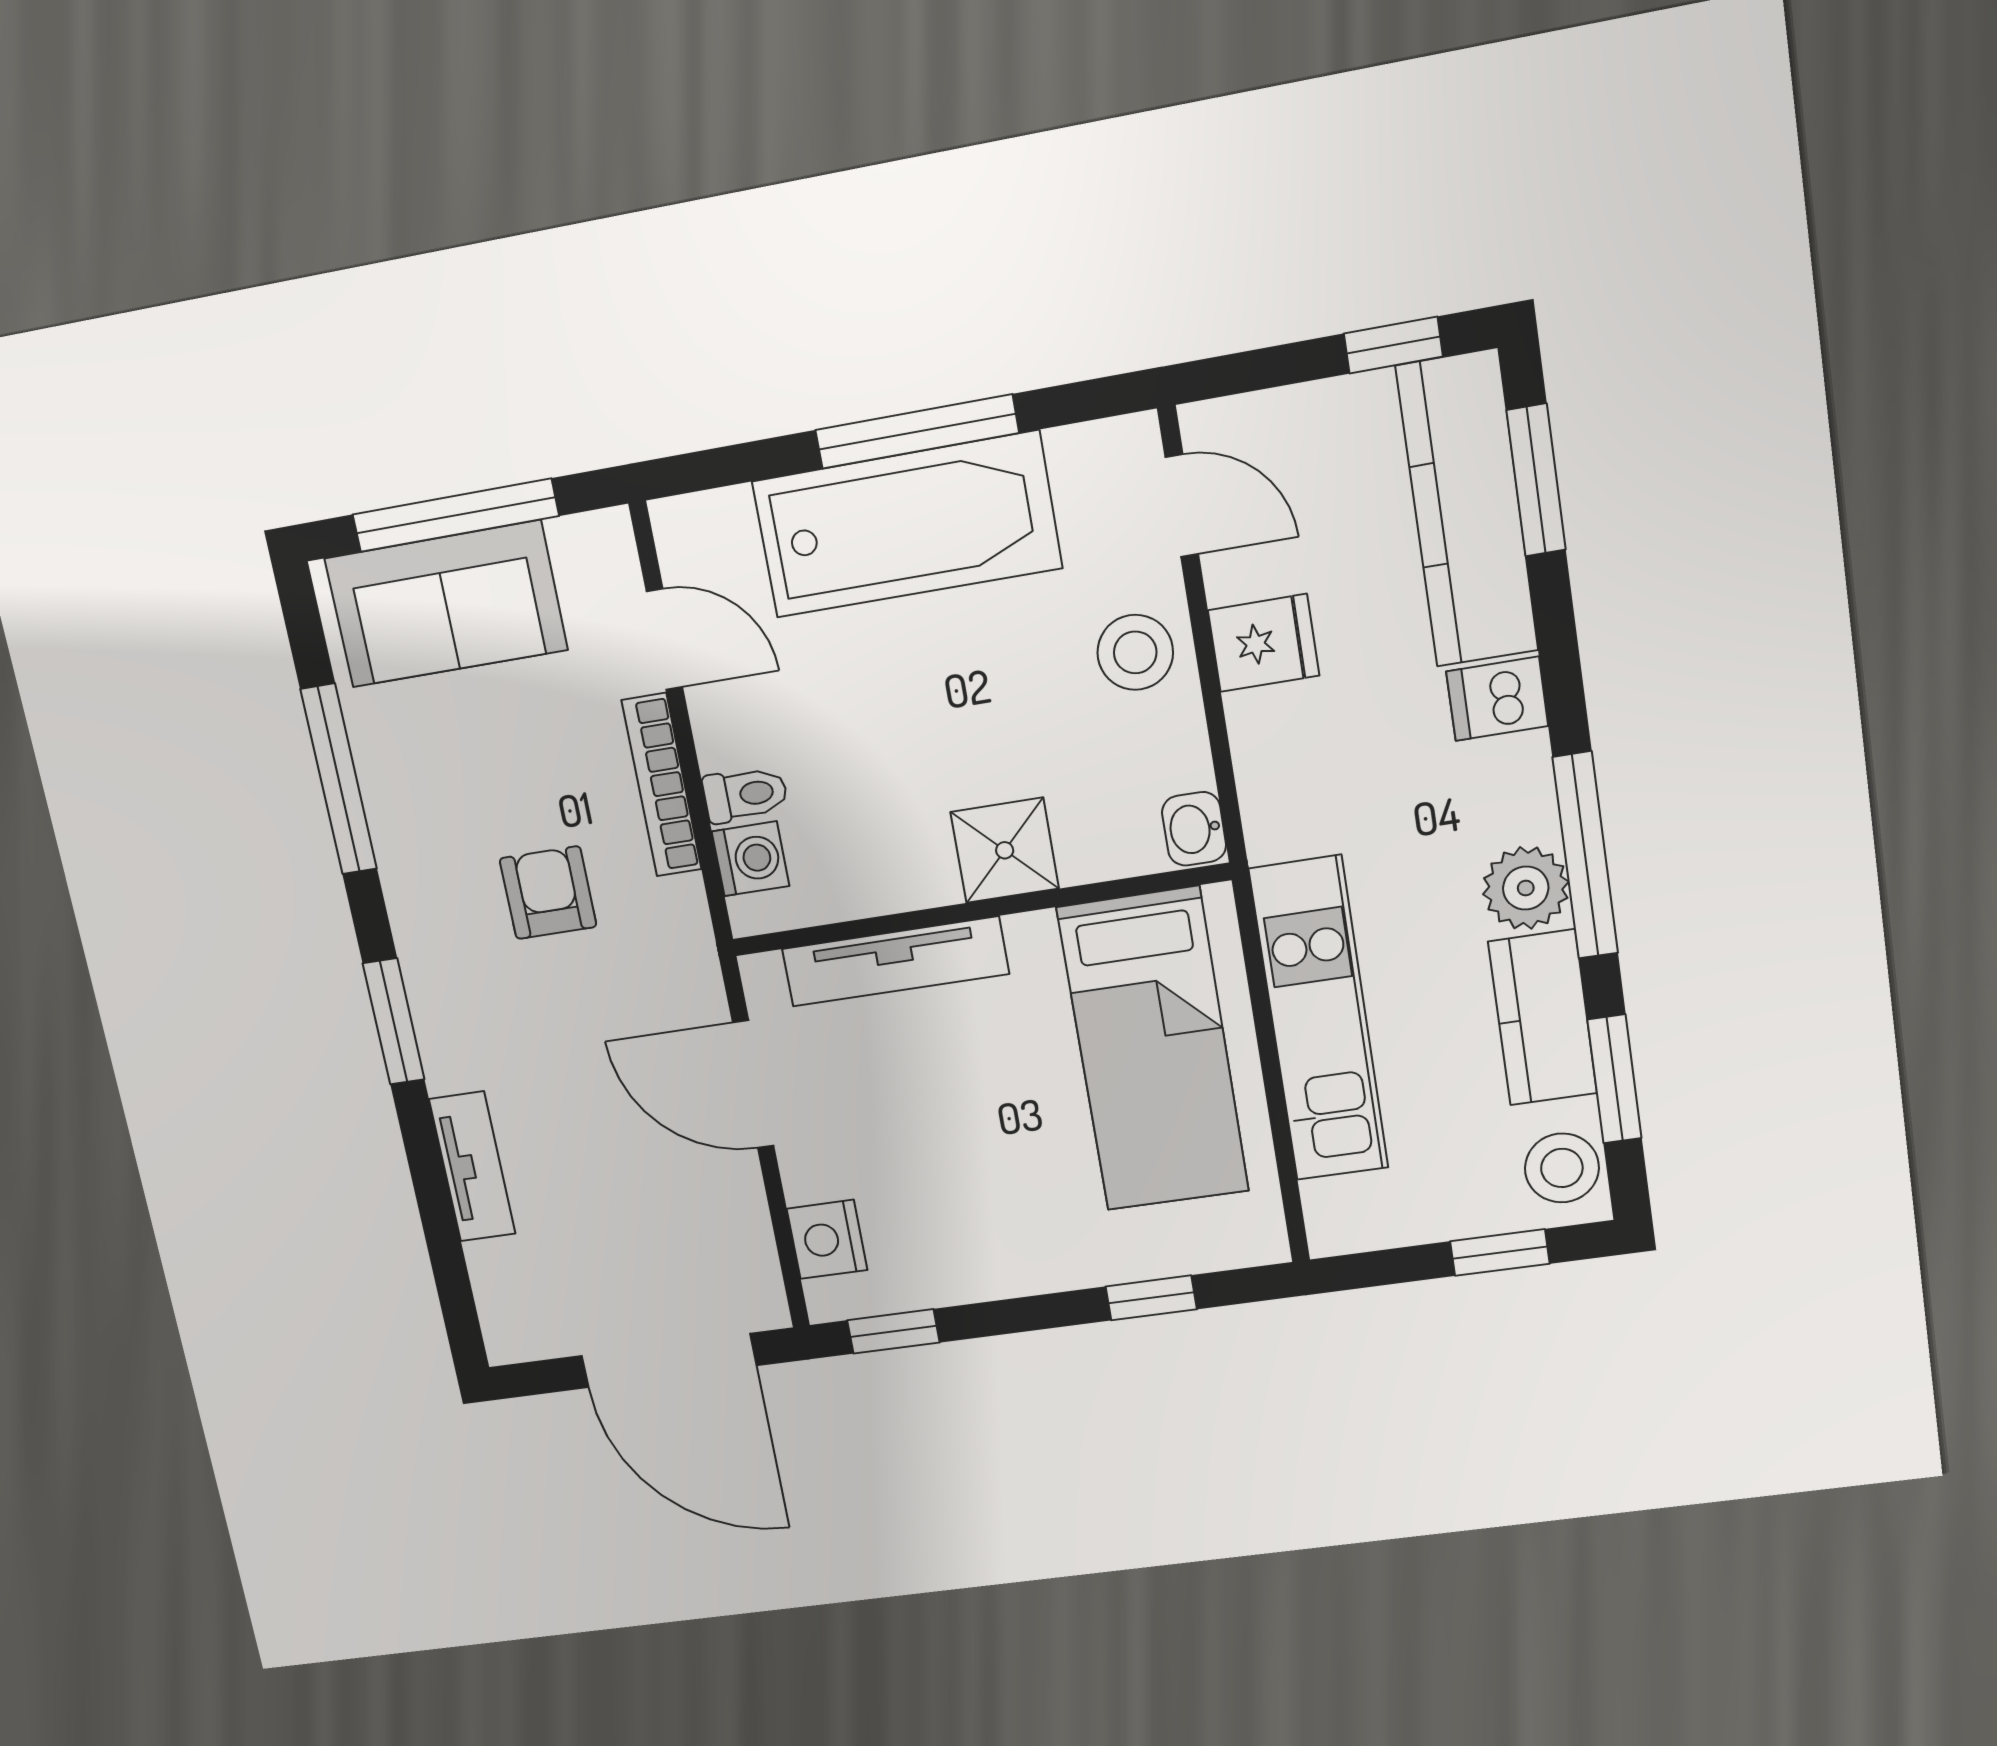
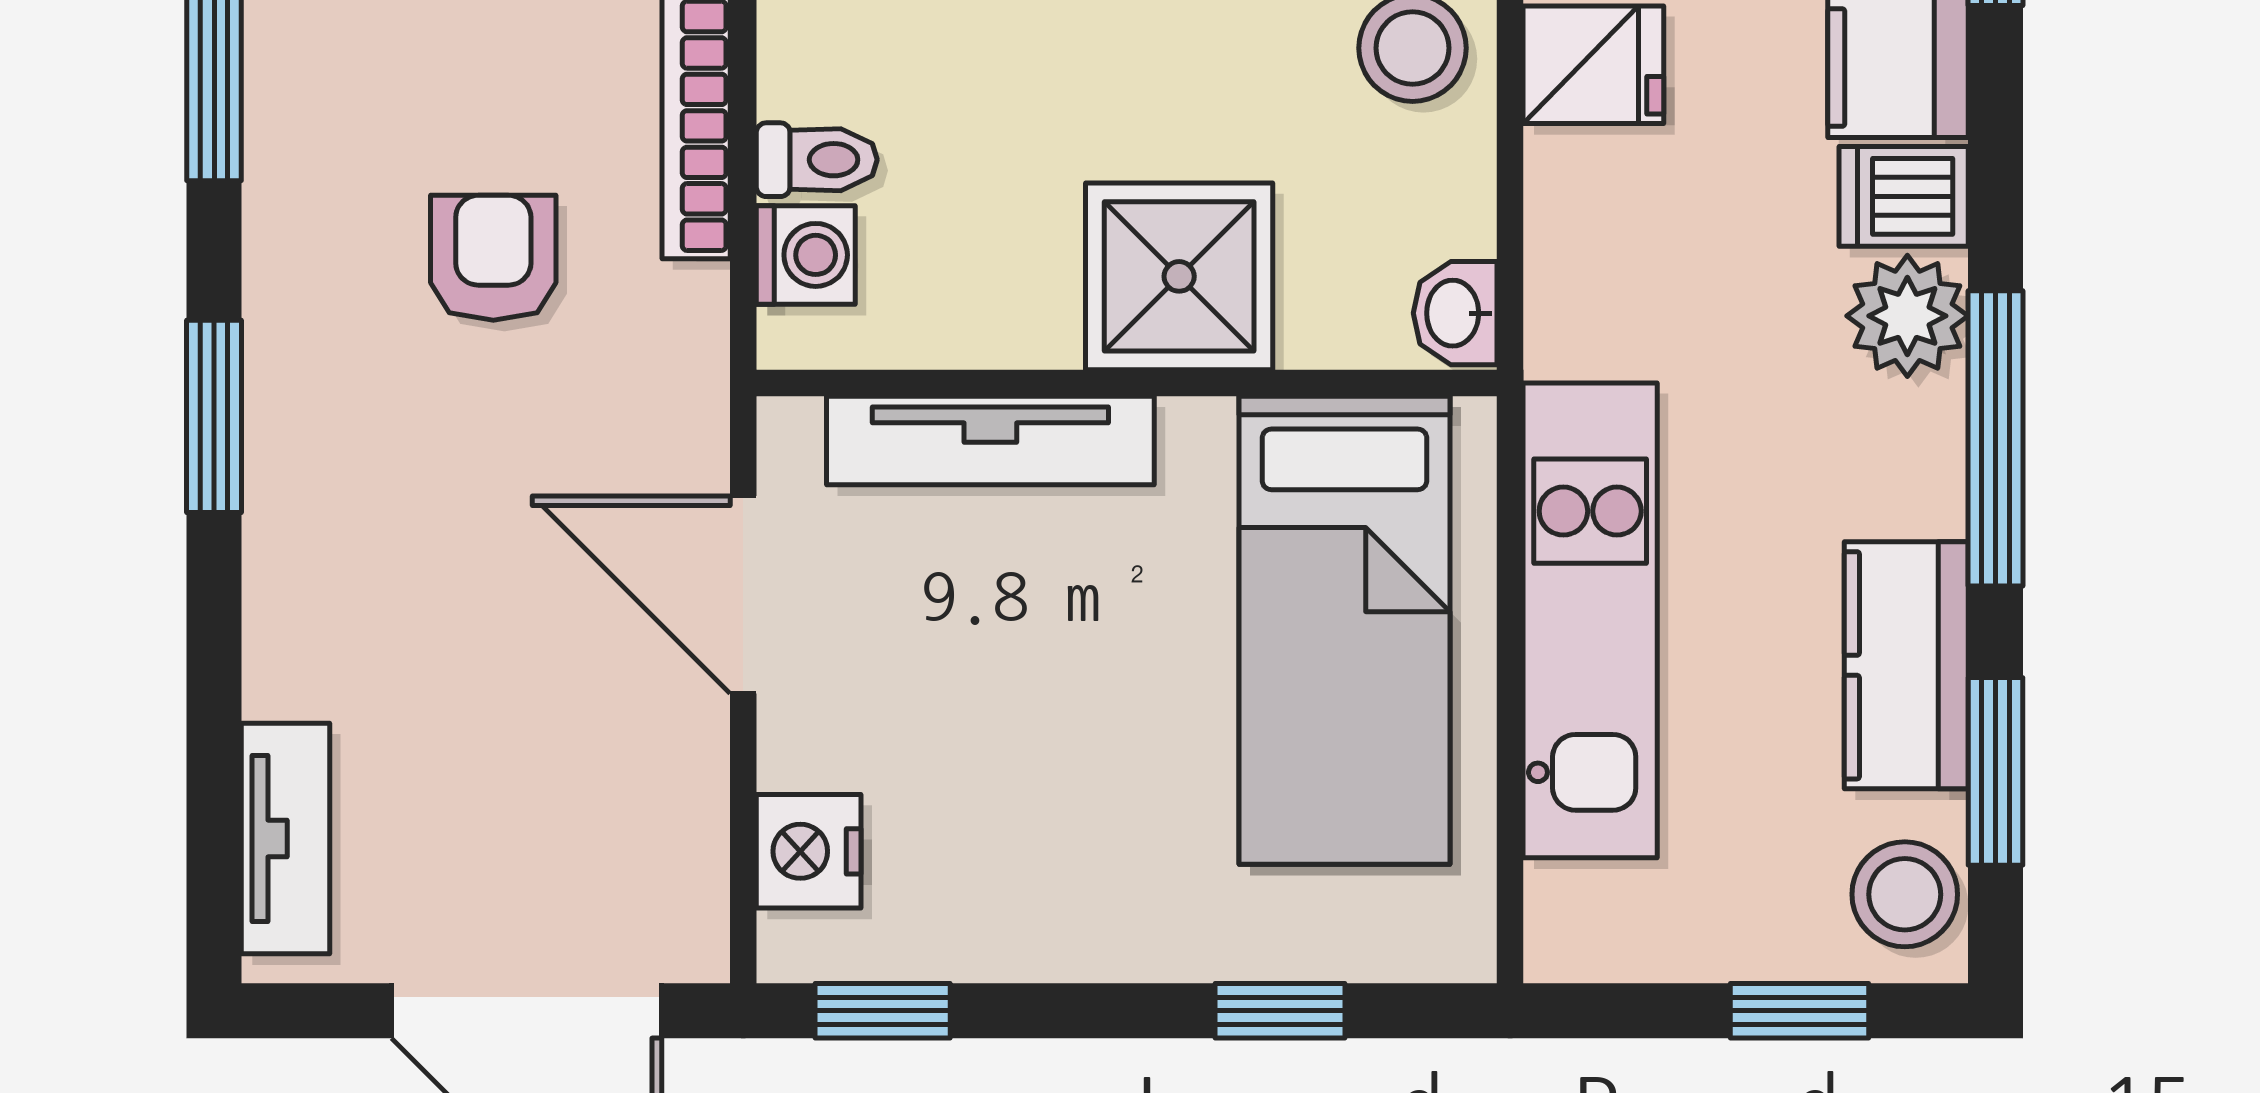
shower: (1005, 850) -> (1179, 276), width x1.36, depth x1.36
plant: (1526, 888) -> (1907, 316), moved
tv unit: (472, 1167) -> (285, 838), moved

